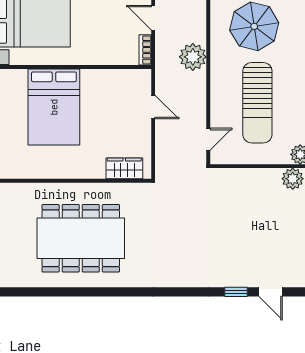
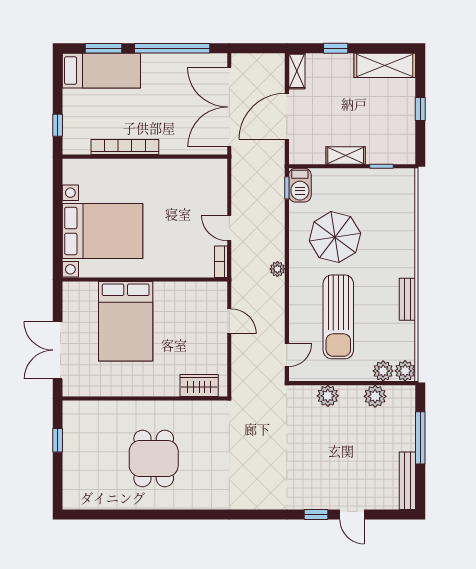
plant: (193, 57) -> (277, 269), width x0.53, depth x0.53
plant: (247, 178) -> (328, 396), added
dining table: (81, 238) -> (154, 458), width x0.53, depth x0.80

